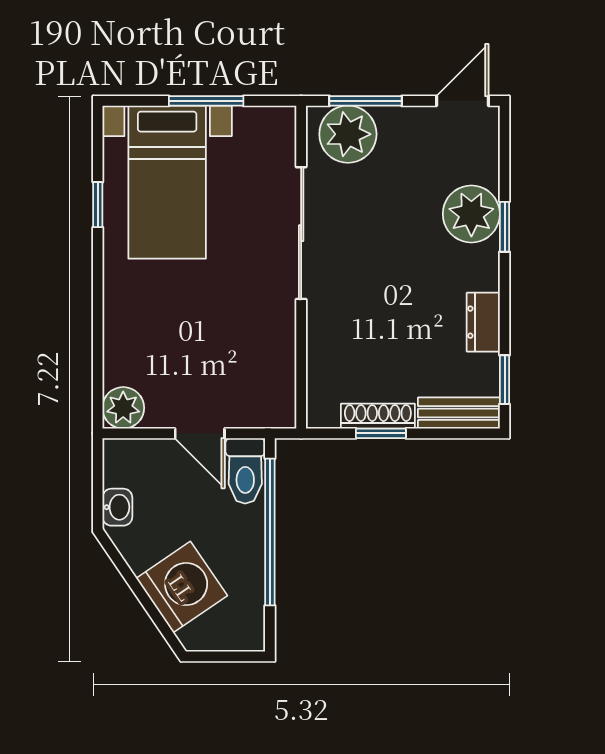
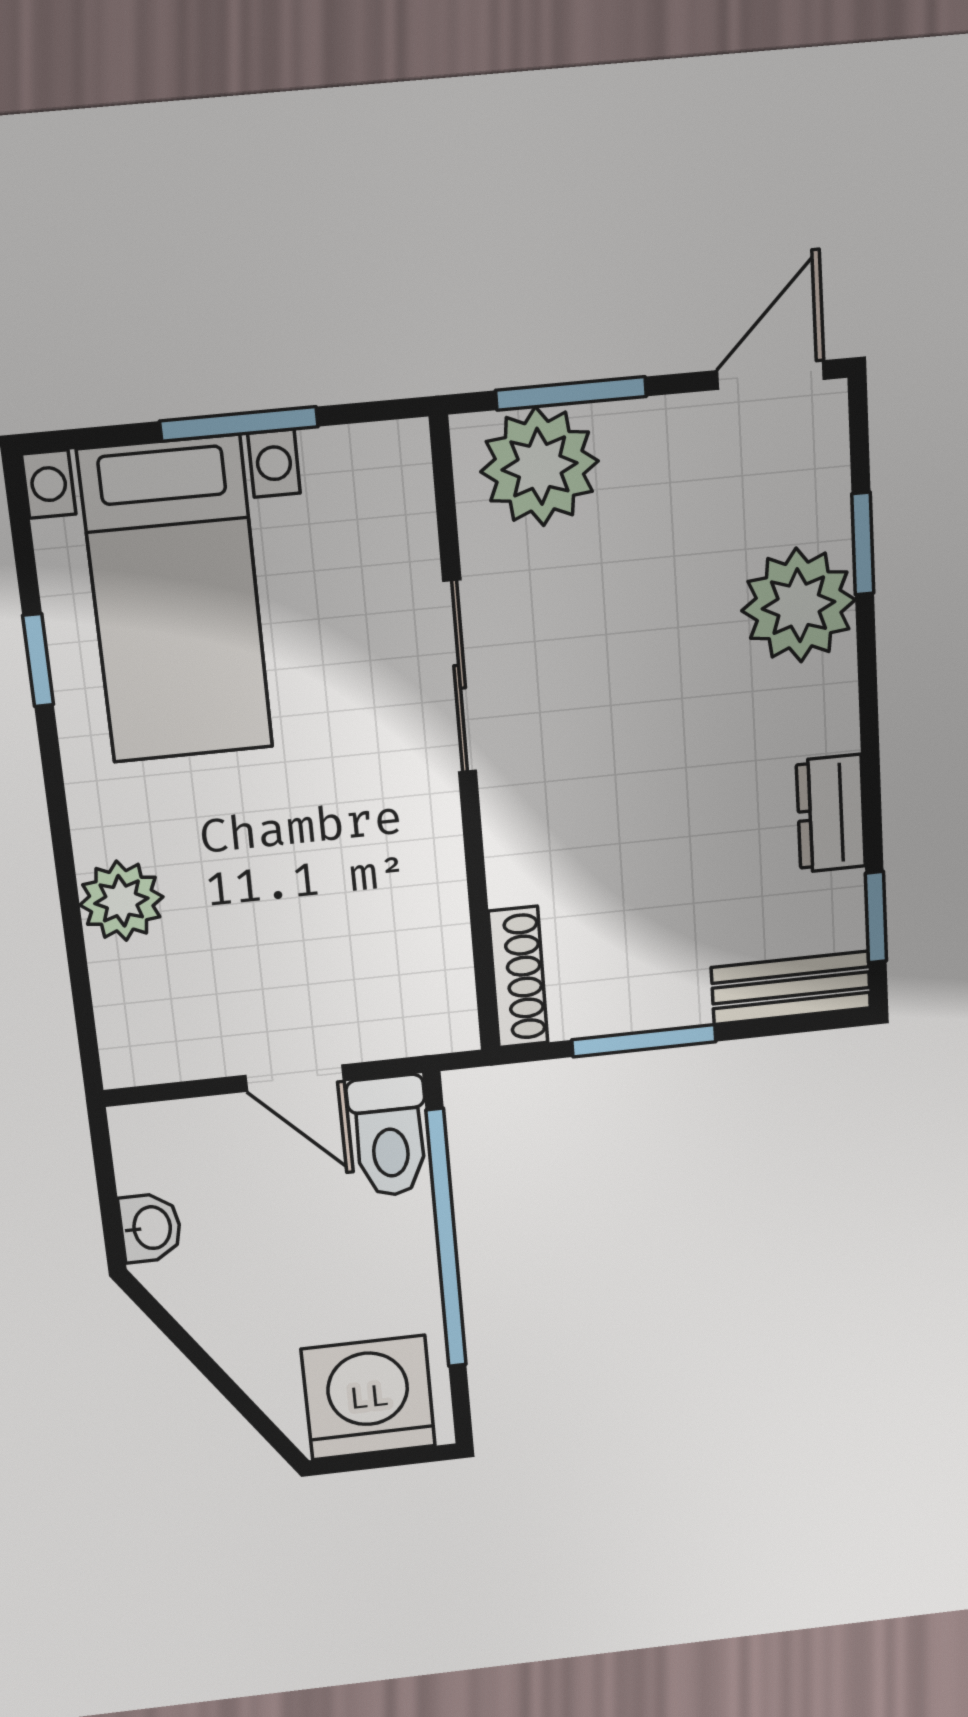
window: (505, 227) -> (863, 544), moved
sliding door: (301, 233) -> (460, 677), width x0.73
plant: (123, 408) -> (121, 901), moved
shoe rack: (378, 416) -> (518, 977), moved, turned 90
window: (381, 433) -> (644, 1041), width x1.50
washing machine: (182, 587) -> (369, 1398), moved, turned -56

